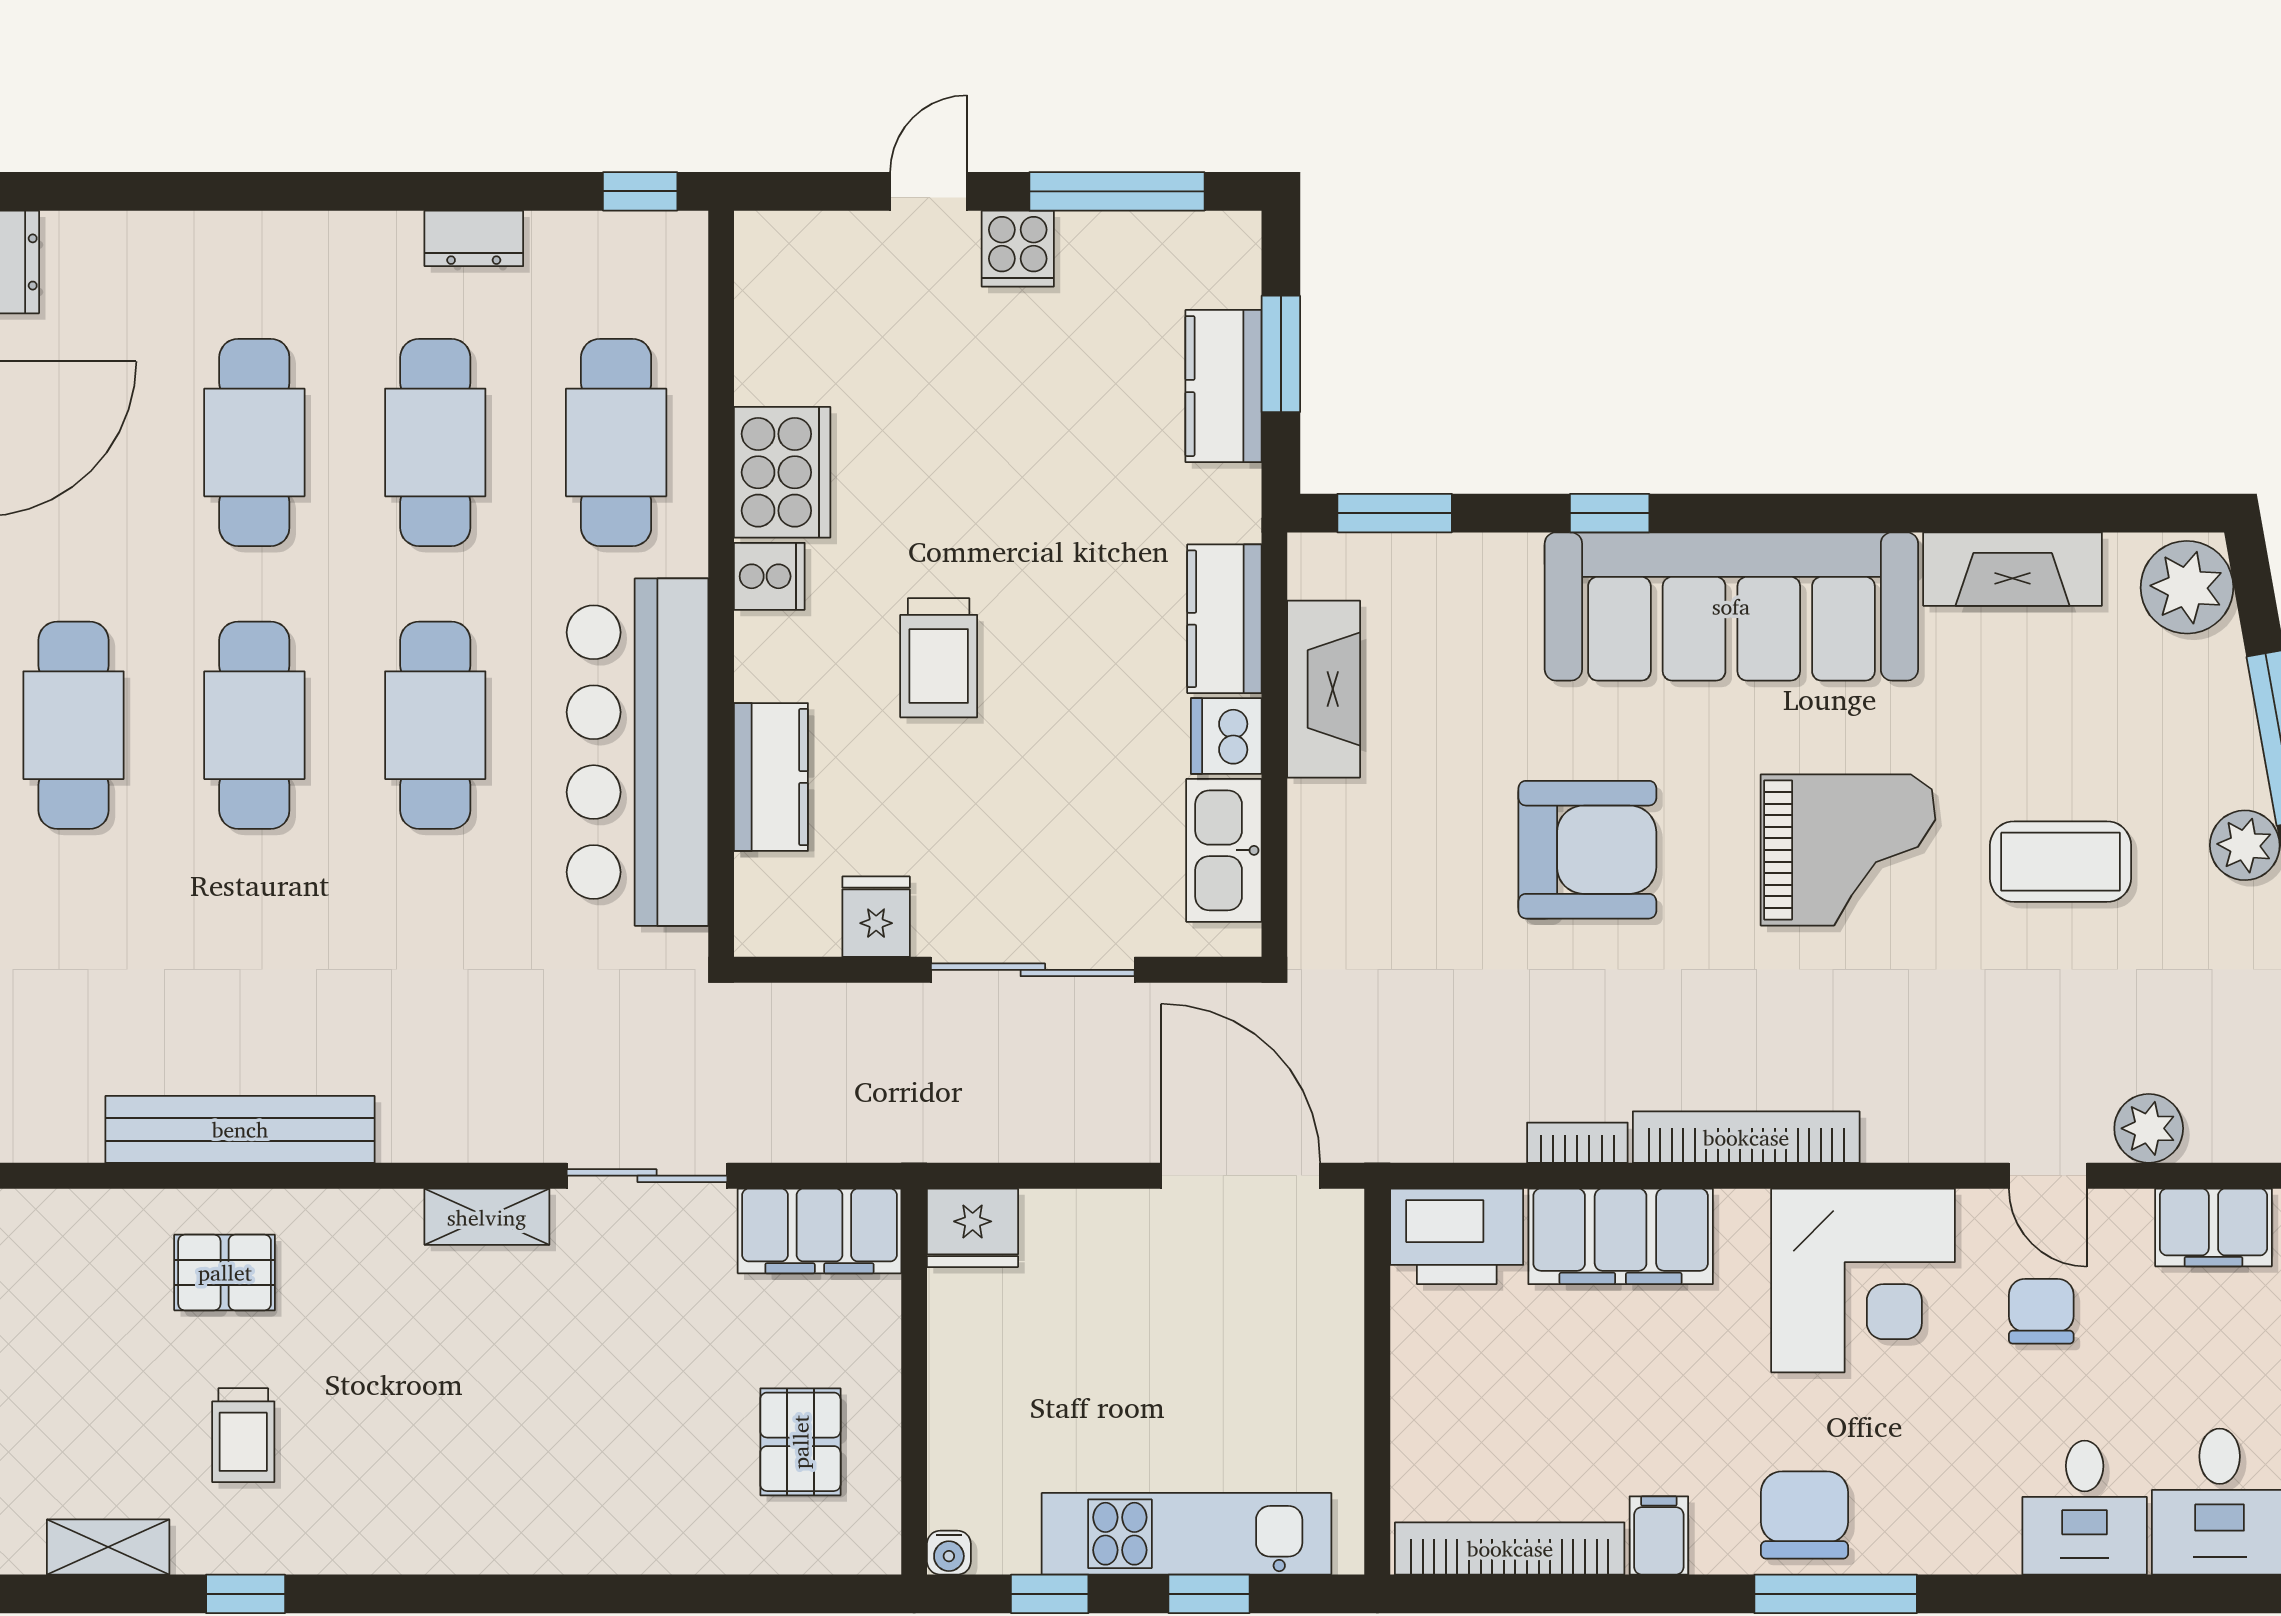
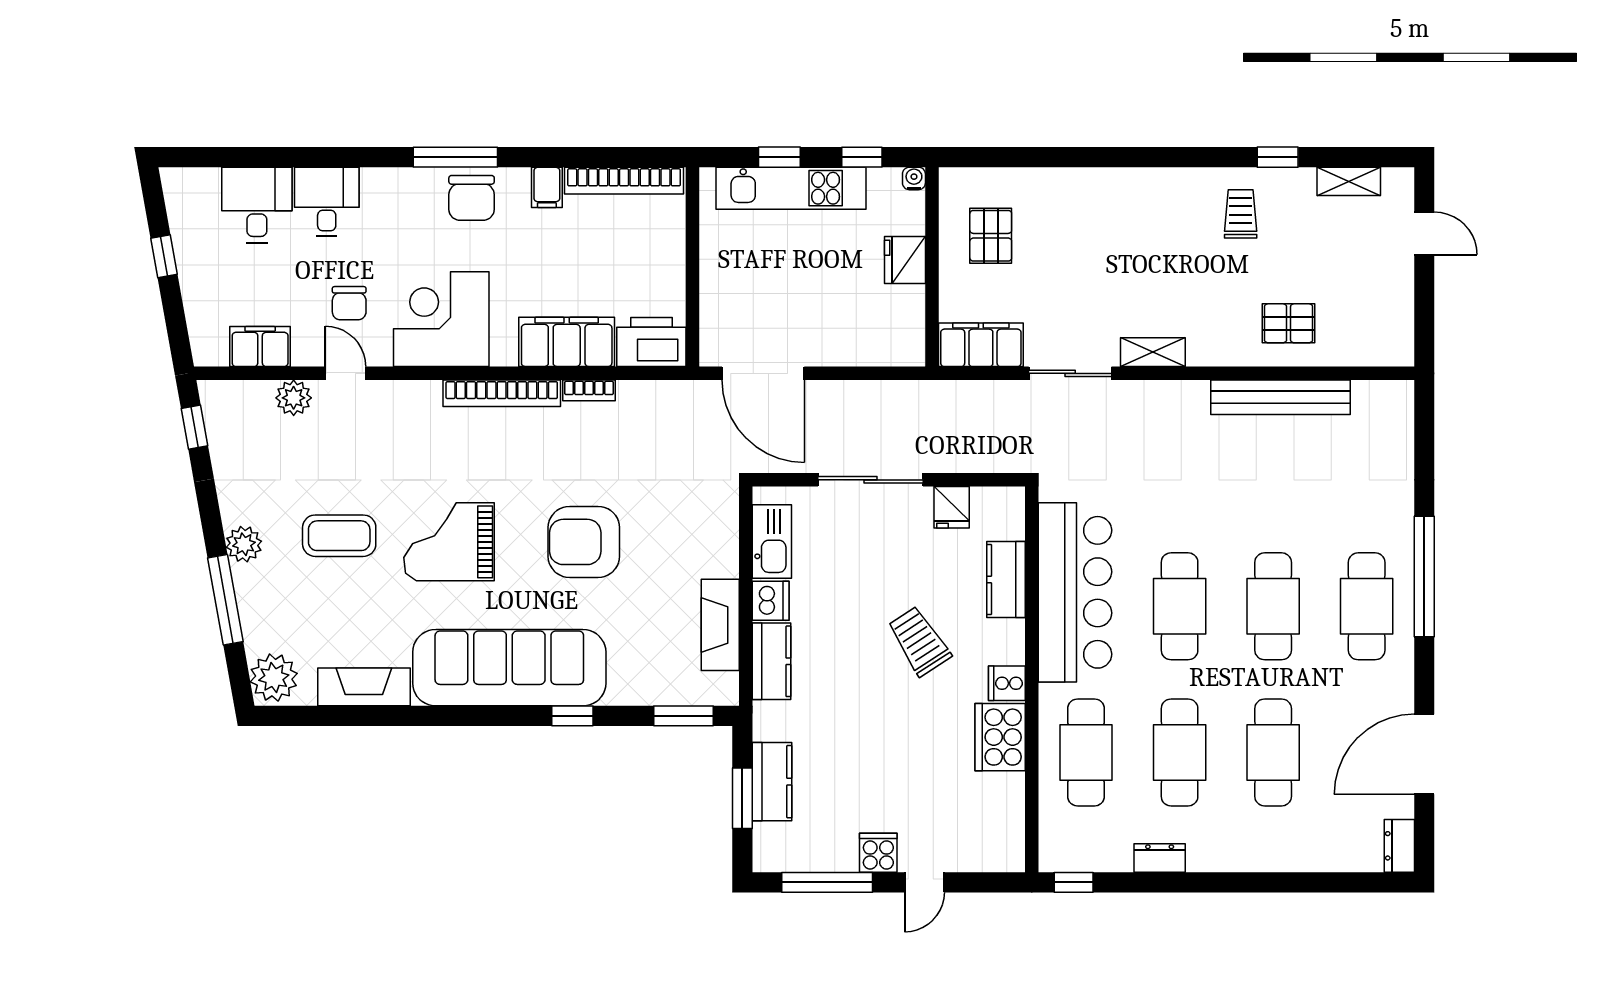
trolley: (939, 658) -> (919, 641), turned -33
fridge: (973, 1228) -> (905, 260), moved, turned -90
trolley: (243, 1435) -> (1241, 214), moved

